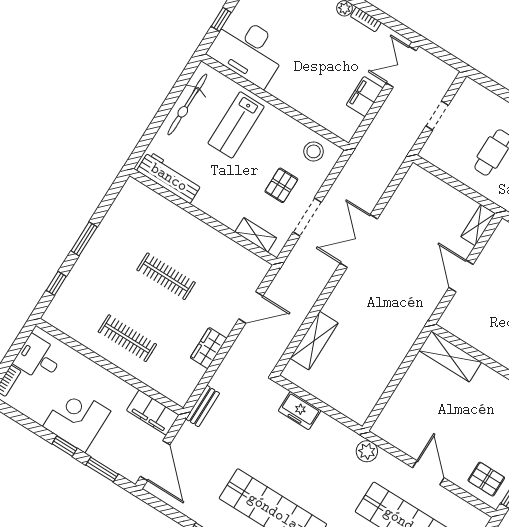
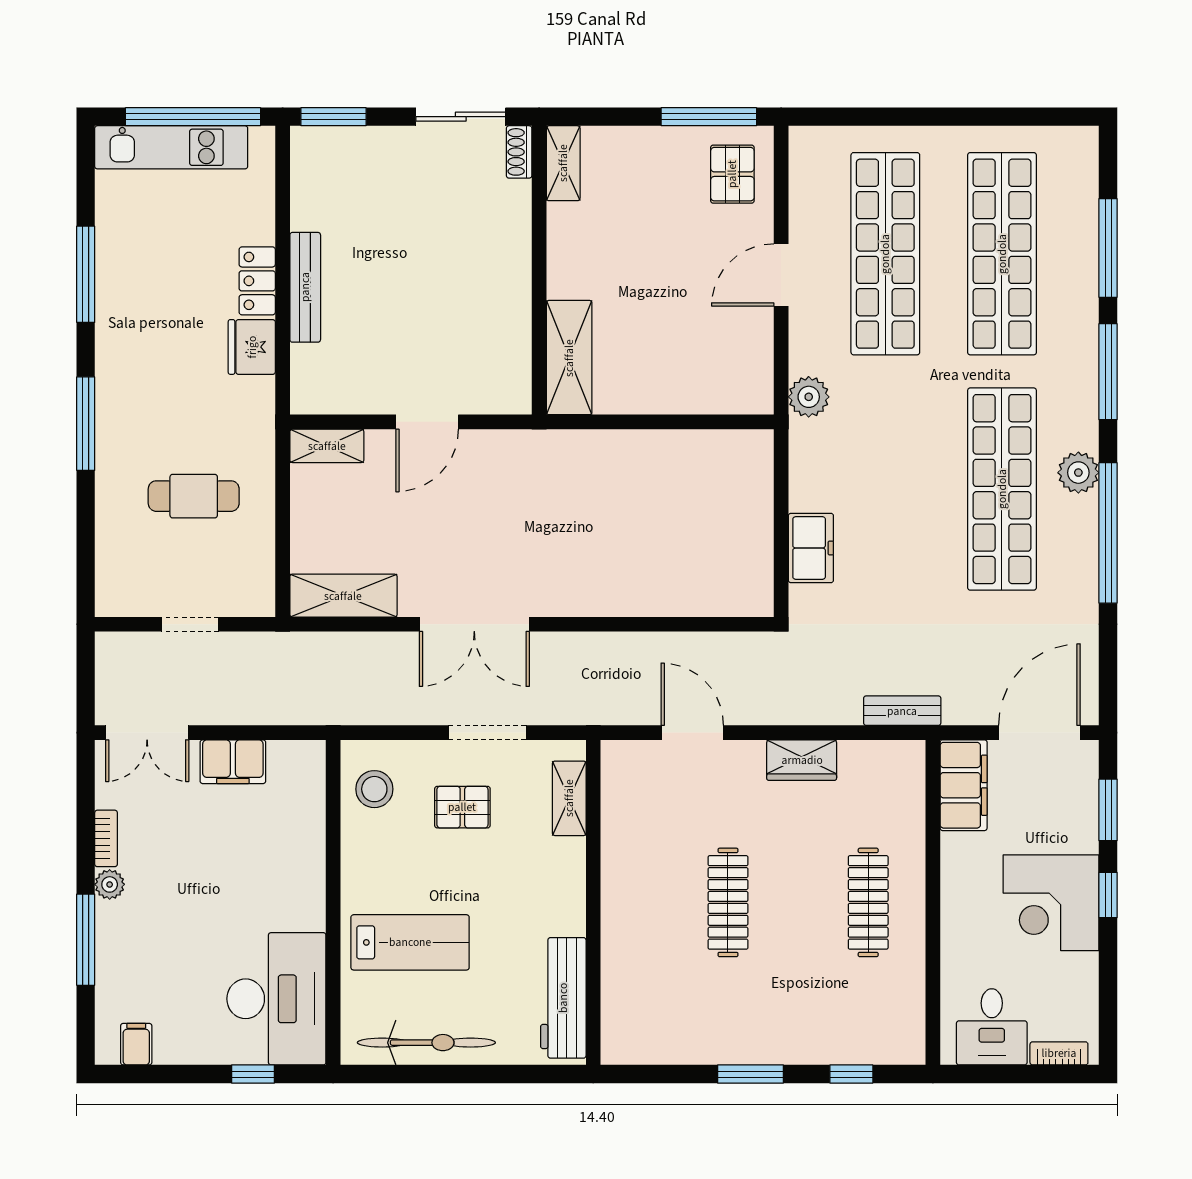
shelving: (314, 341) -> (343, 596), moved

